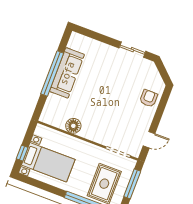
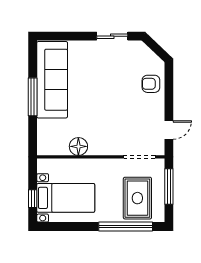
sofa: (67, 73) -> (52, 80), width x1.36, depth x1.27
window: (52, 74) -> (33, 97), width x0.68
armchair: (149, 98) -> (151, 84), turned -90

